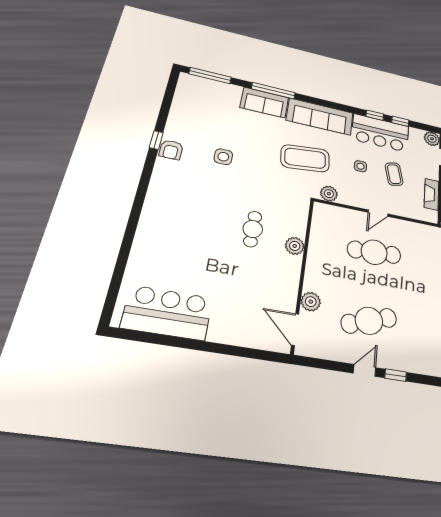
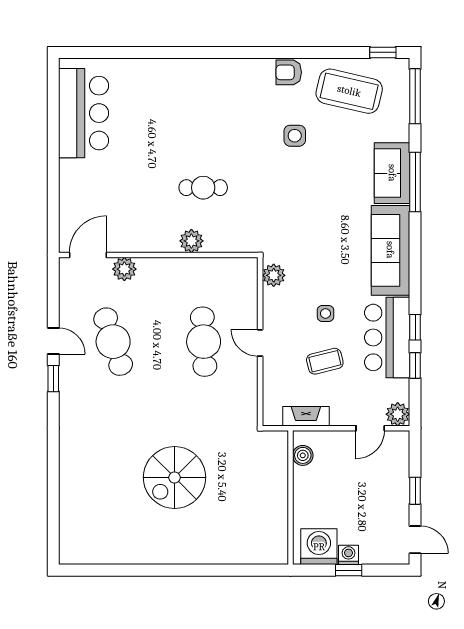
window: (156, 140) -> (383, 52), moved
coffee table: (305, 158) -> (349, 91), moved, turned -71

